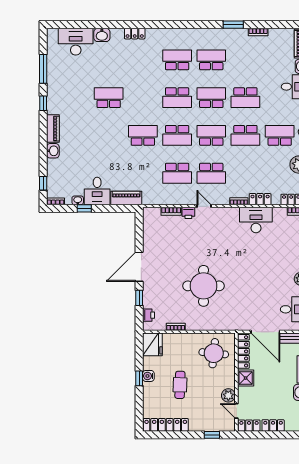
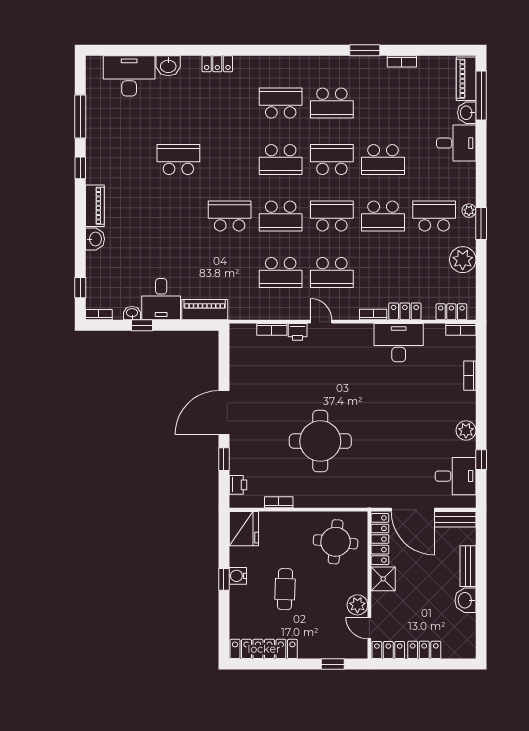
school desk: (211, 60) -> (332, 103), turned 180

